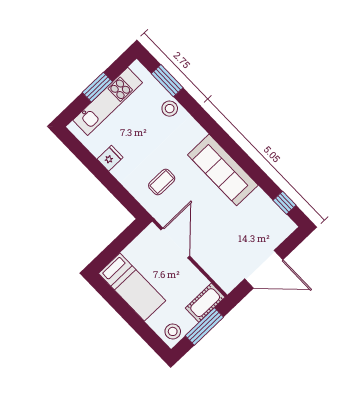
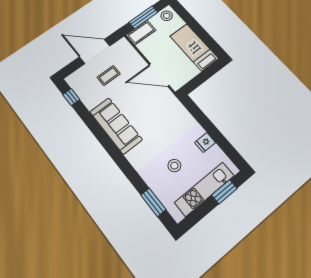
window: (97, 87) -> (224, 192), moved
stool: (170, 109) -> (174, 166), moved
coffee table: (162, 182) -> (109, 76), moved
door: (175, 243) -> (159, 75), hinge flipped

